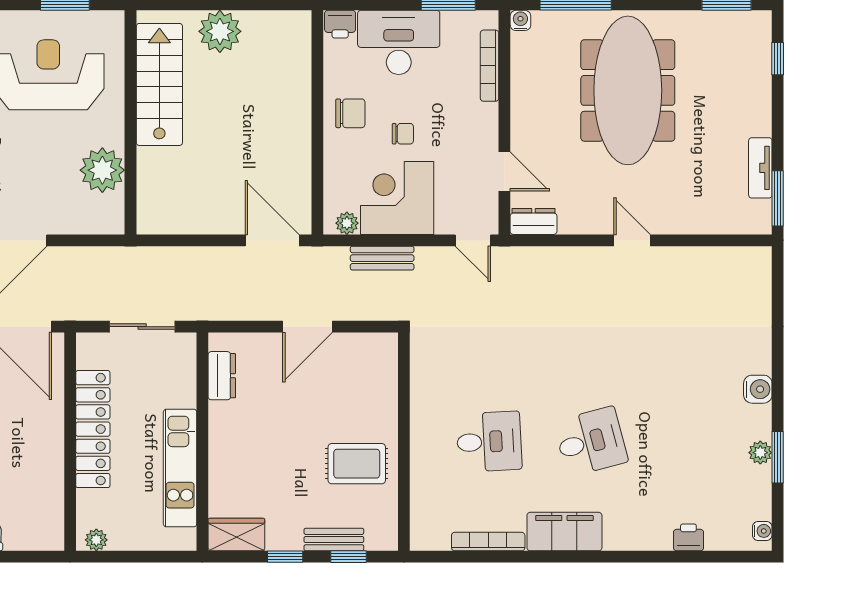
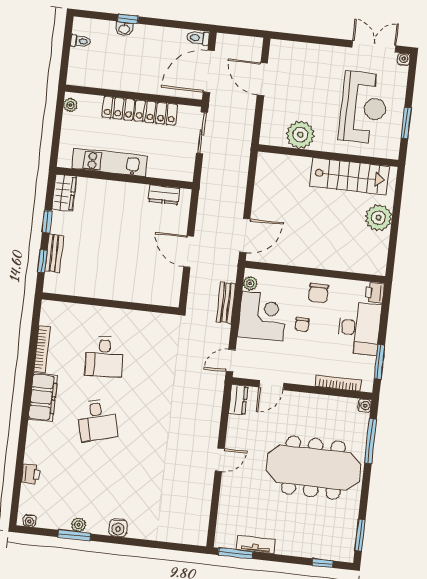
sliding door: (142, 327) -> (202, 133), moved
rug: (357, 464) -> (100, 273), removed

